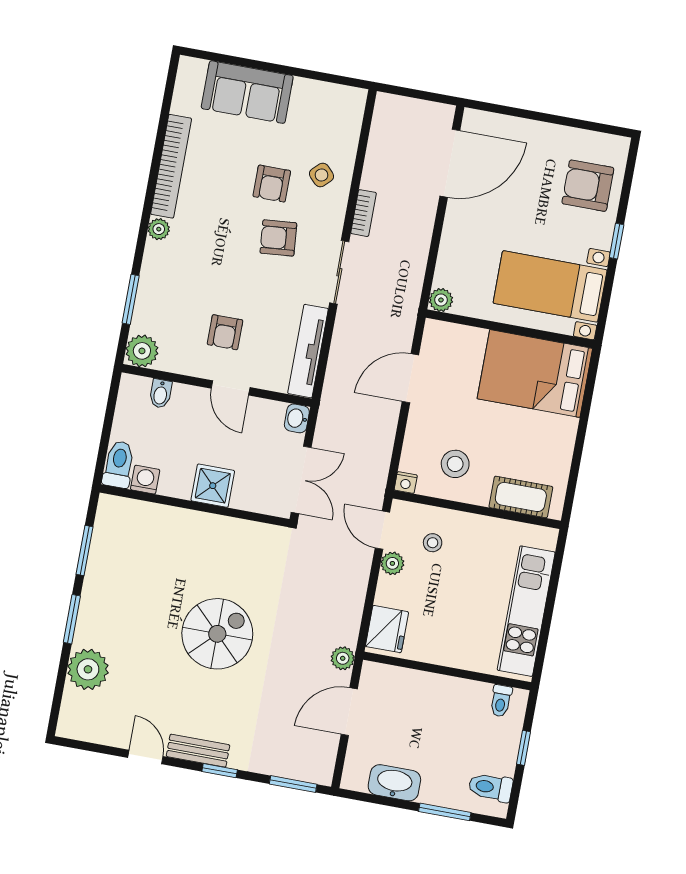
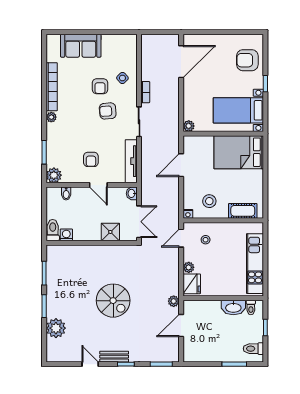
shower: (213, 486) -> (110, 232), moved
door: (382, 530) -> (181, 238), hinge flipped
plant: (392, 563) -> (189, 267), moved
spiral stairs: (217, 634) -> (113, 301), turned 90
washbasin: (394, 783) -> (233, 307), moved, turned 180

